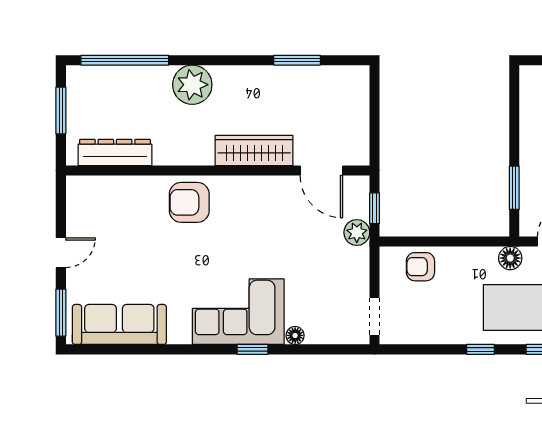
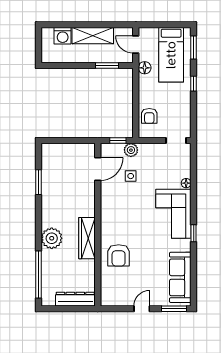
window: (61, 110) -> (65, 309), removed
wardrobe: (254, 151) -> (87, 238), moved
dresser: (115, 152) -> (75, 299), moved, turned 90
armchair: (189, 202) -> (119, 255), moved
side table: (308, 232) -> (131, 176), added
door: (61, 253) -> (142, 309), hinge flipped
window: (252, 349) -> (194, 233), moved

